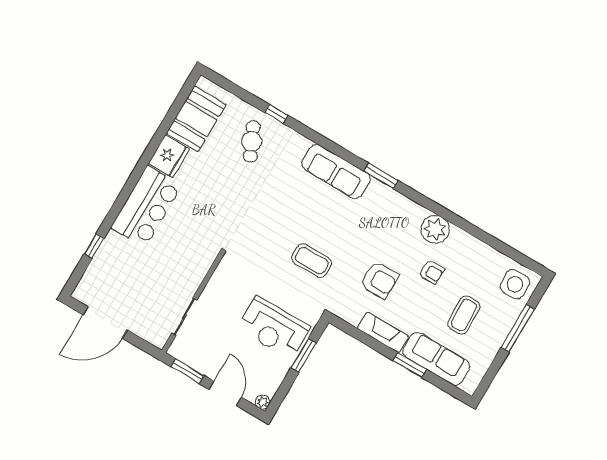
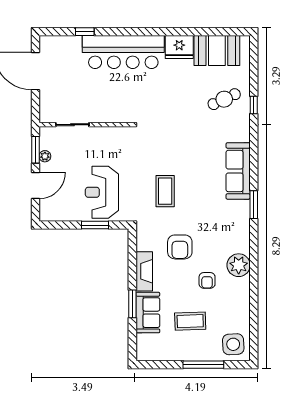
bar counter: (146, 207) -> (123, 52), width x1.36
sofa: (436, 359) -> (148, 313), width x0.73
plant: (263, 402) -> (45, 156), moved

